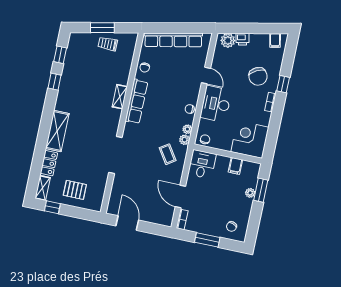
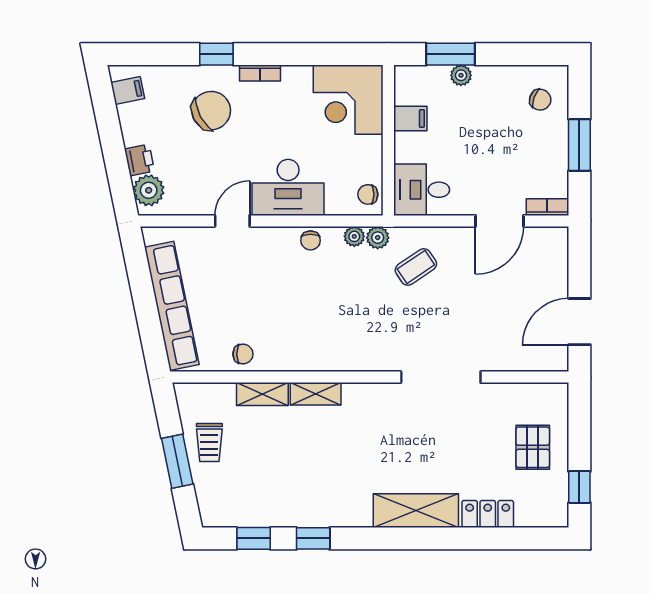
row of seats: (136, 101) -> (318, 356), removed
shelving: (43, 188) -> (262, 394), moved

